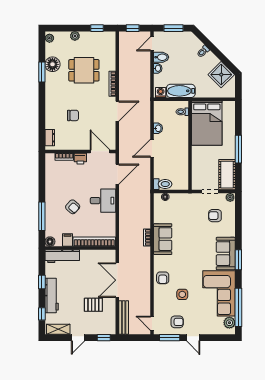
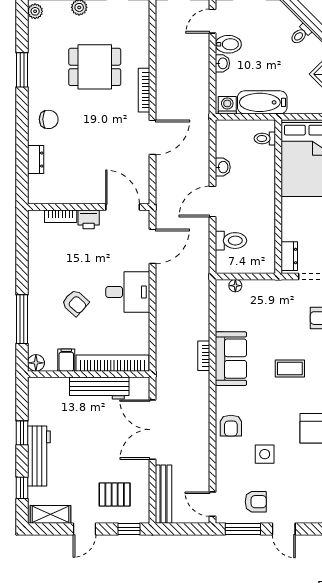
floor lamp: (52, 64) -> (40, 56), removed
chair: (73, 115) -> (49, 119), moved
dresser: (50, 138) -> (36, 160), moved
dresser: (196, 180) -> (289, 256), added
toilet: (163, 184) -> (231, 241), moved
coffee table: (197, 245) -> (290, 368), added
workbench: (62, 256) -> (99, 388), moved
pallet: (93, 305) -> (115, 494), moved

